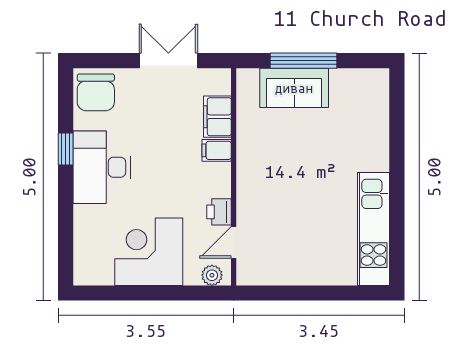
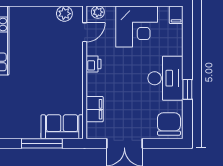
sofa: (294, 88) -> (62, 127), moved
filing cabinet: (217, 150) -> (176, 15), moved, turned 90
printer: (219, 212) -> (93, 64), moved
plant: (267, 273) -> (64, 14), added

